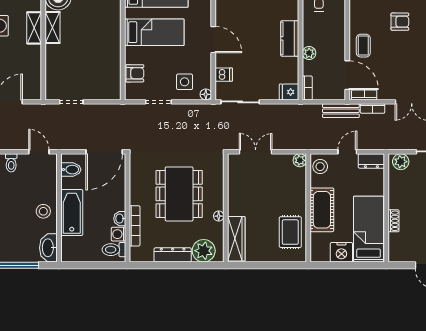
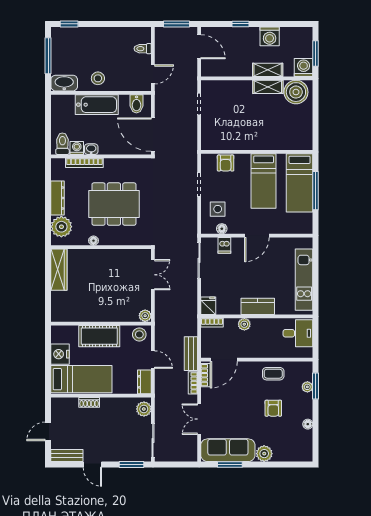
coffee table: (363, 46) -> (273, 374), moved
floor lamp: (206, 94) -> (222, 229), moved
rug: (290, 232) -> (79, 307), removed
wardrobe: (236, 239) -> (59, 270), moved, turned -90

